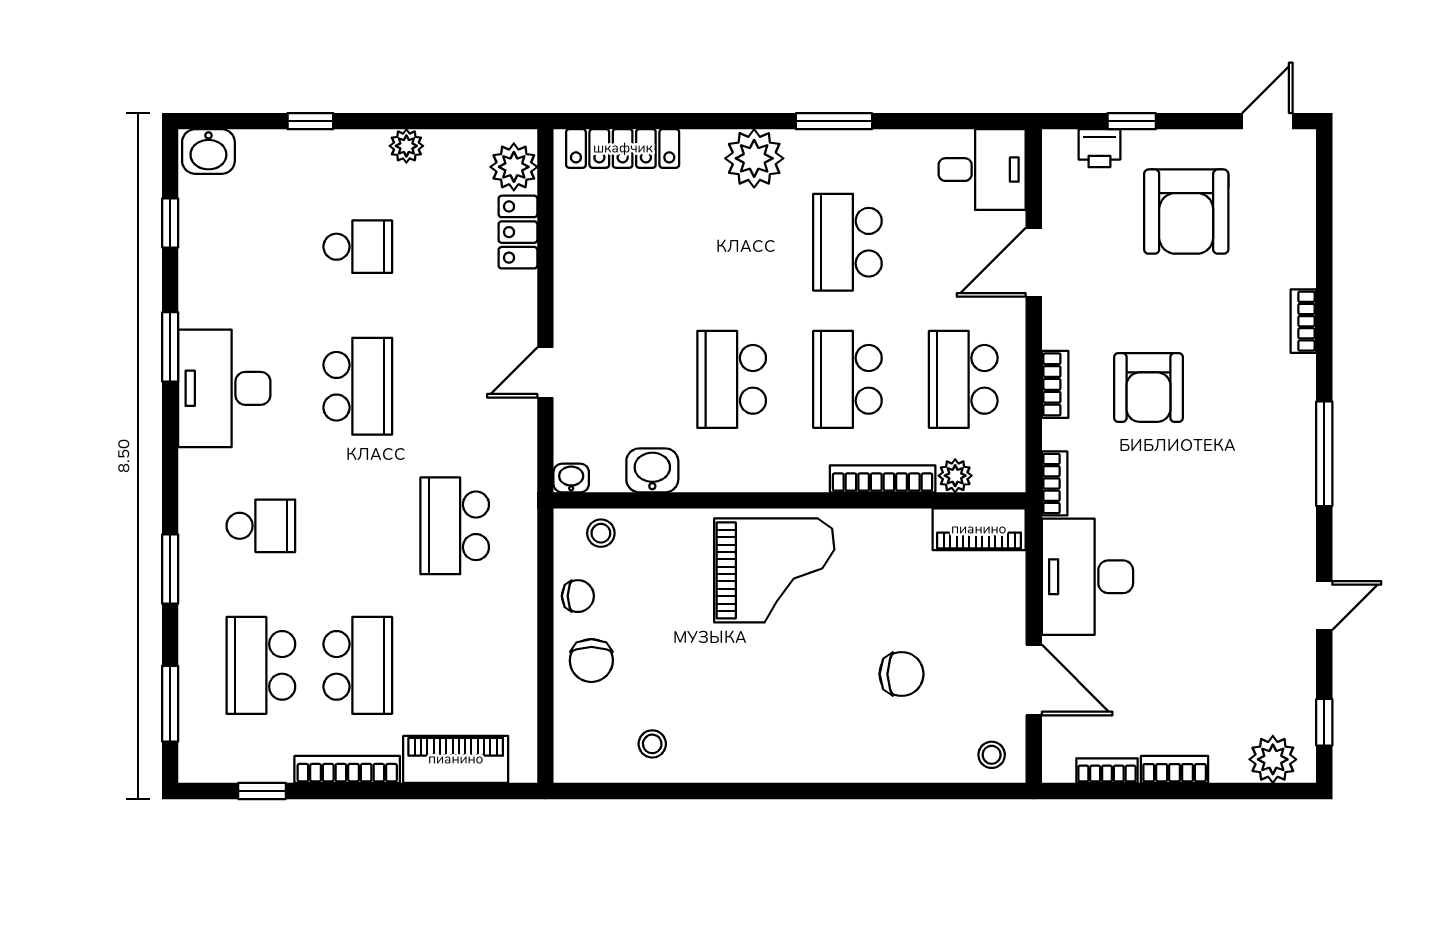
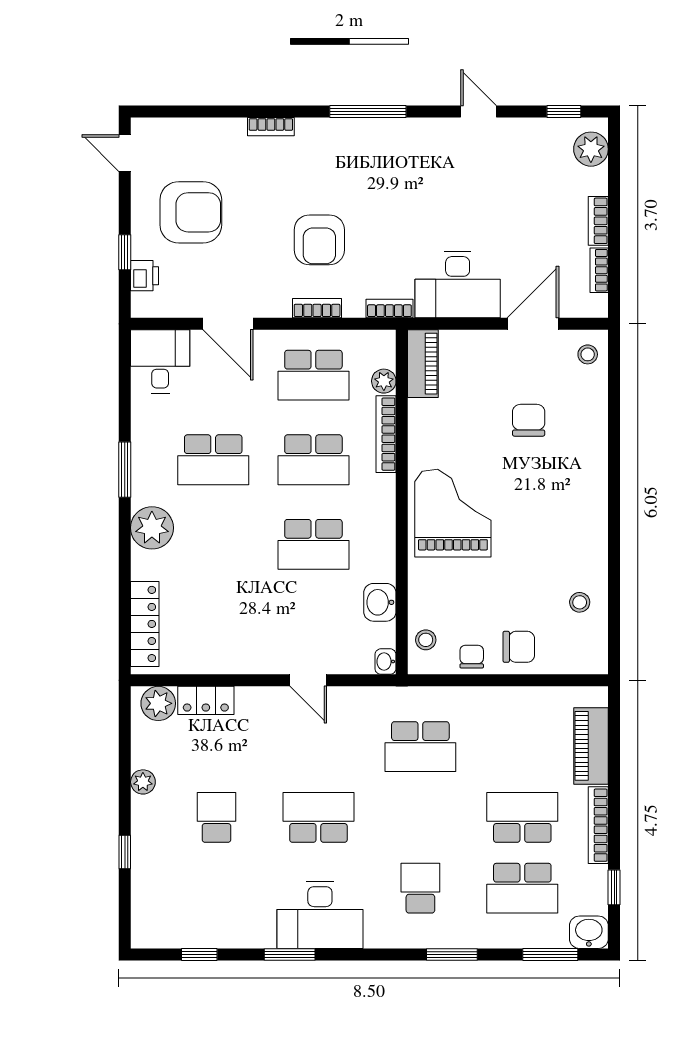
washbasin: (208, 152) -> (589, 932), moved, turned -90
armchair: (1148, 388) -> (319, 240), turned 90

